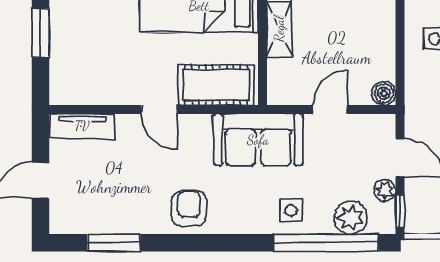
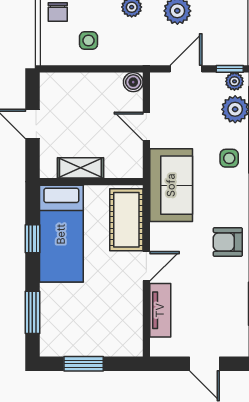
tv unit: (82, 126) -> (160, 310), moved
plant: (385, 190) -> (234, 81), moved

